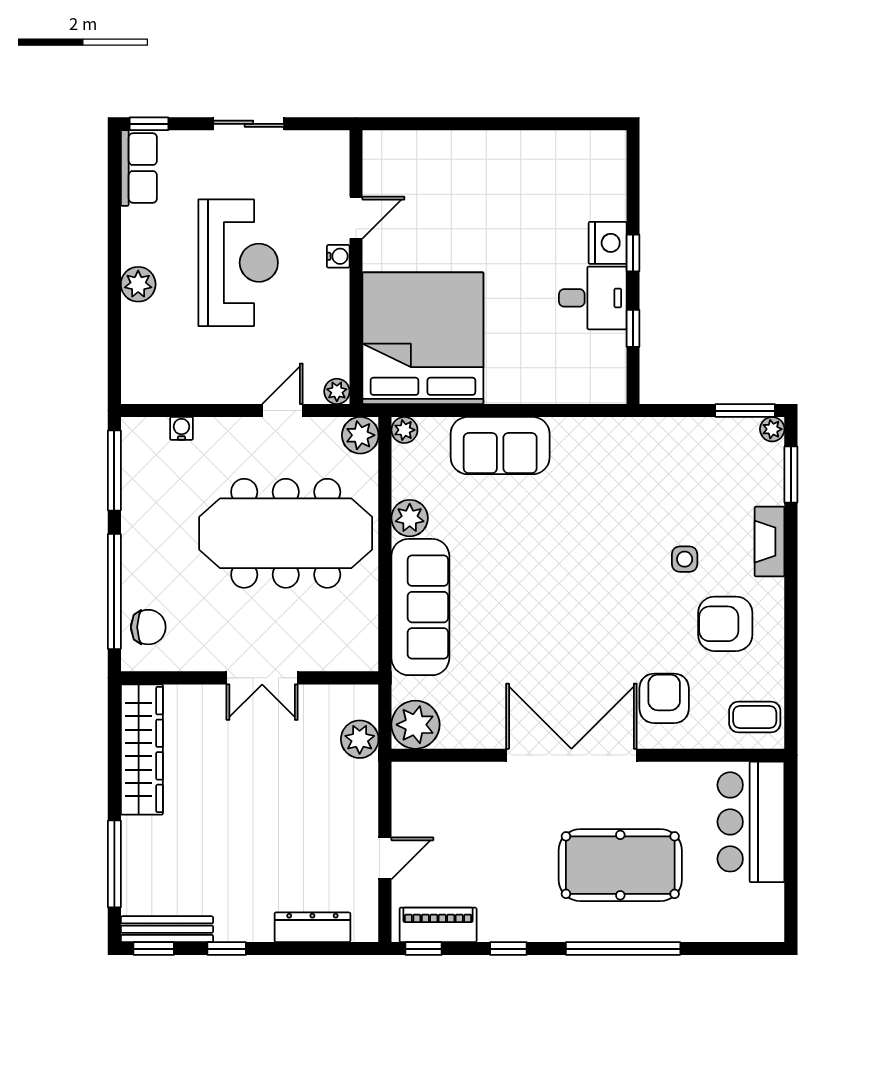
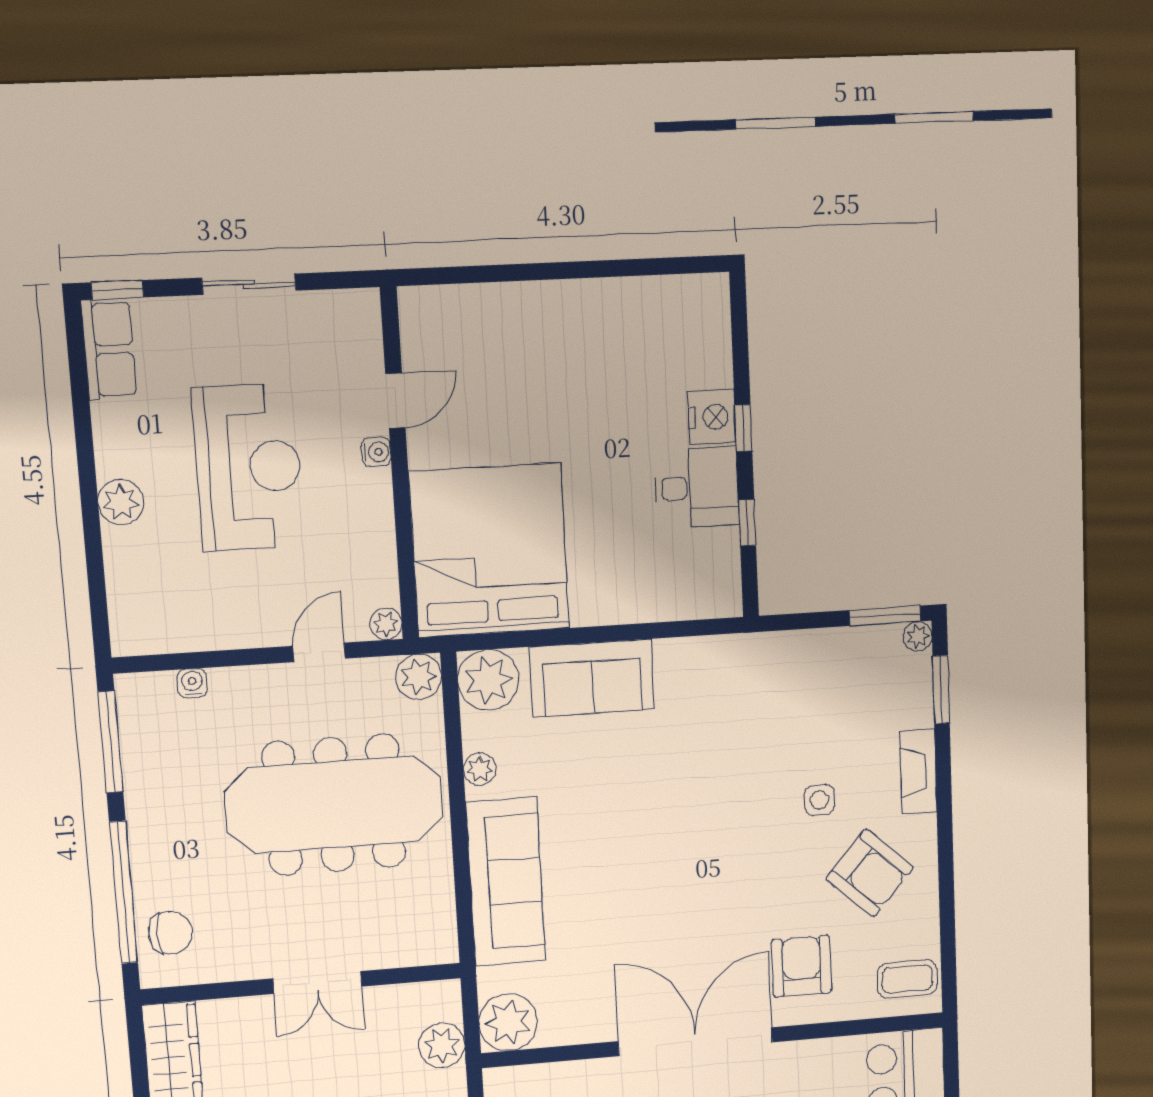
plant: (404, 430) -> (488, 680), width x1.88, depth x1.88
plant: (410, 518) -> (480, 769), width x0.73, depth x0.73
armchair: (725, 624) -> (870, 873), turned -138

